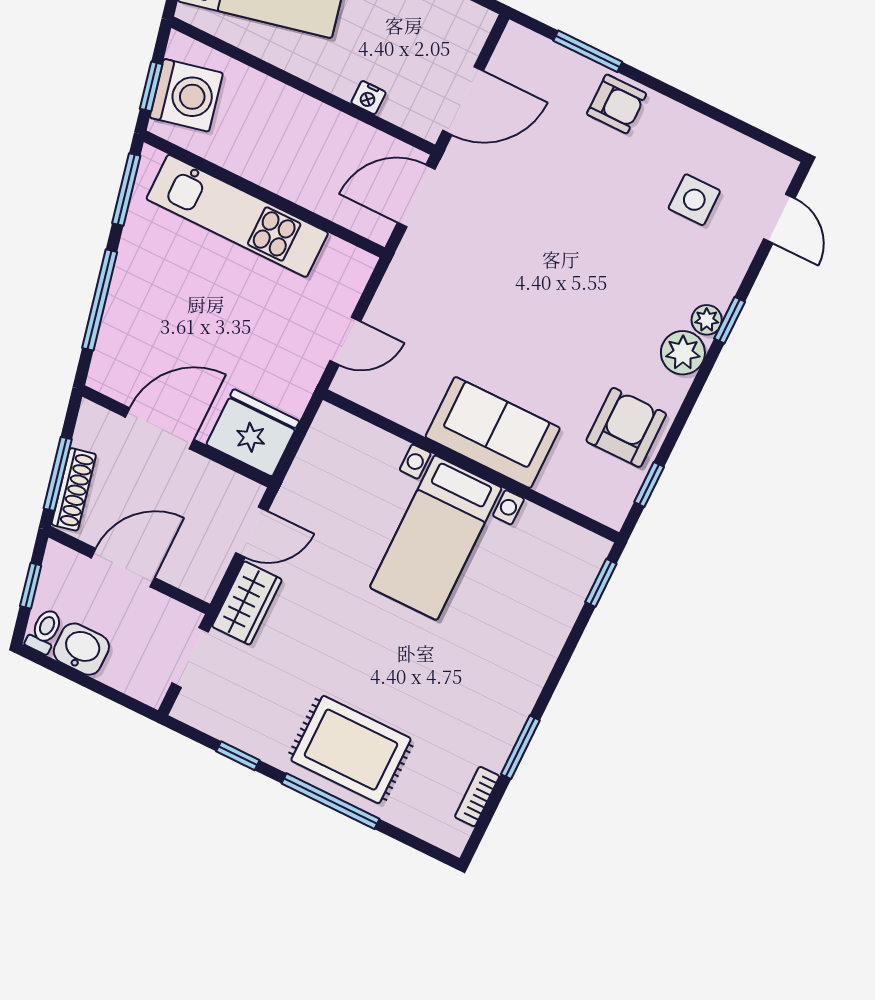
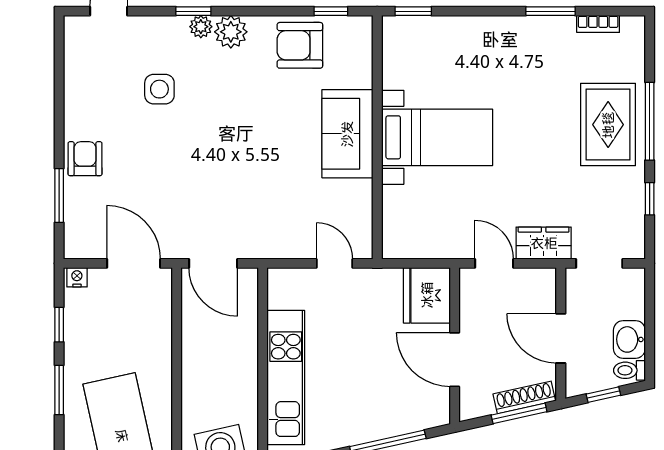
nightstand: (368, 98) -> (77, 277), moved, turned -90
side table: (694, 200) -> (159, 89), moved

